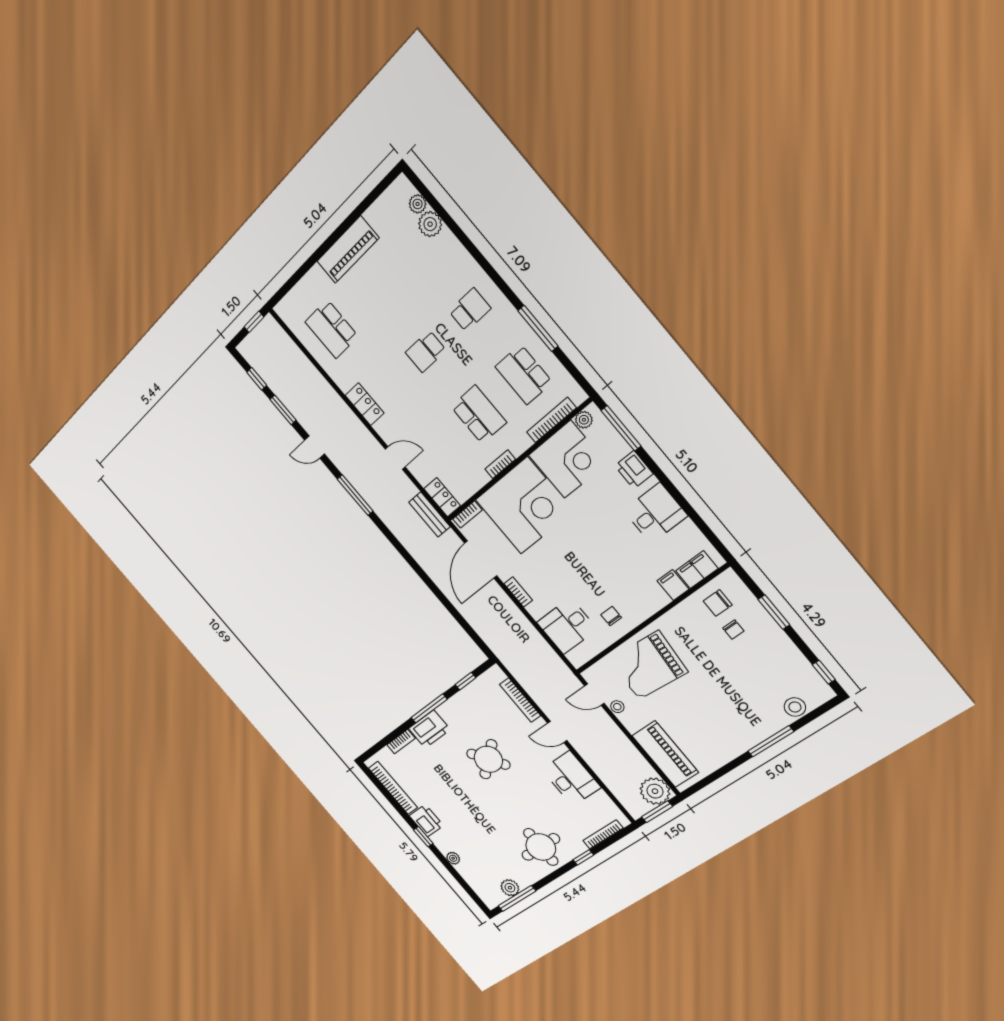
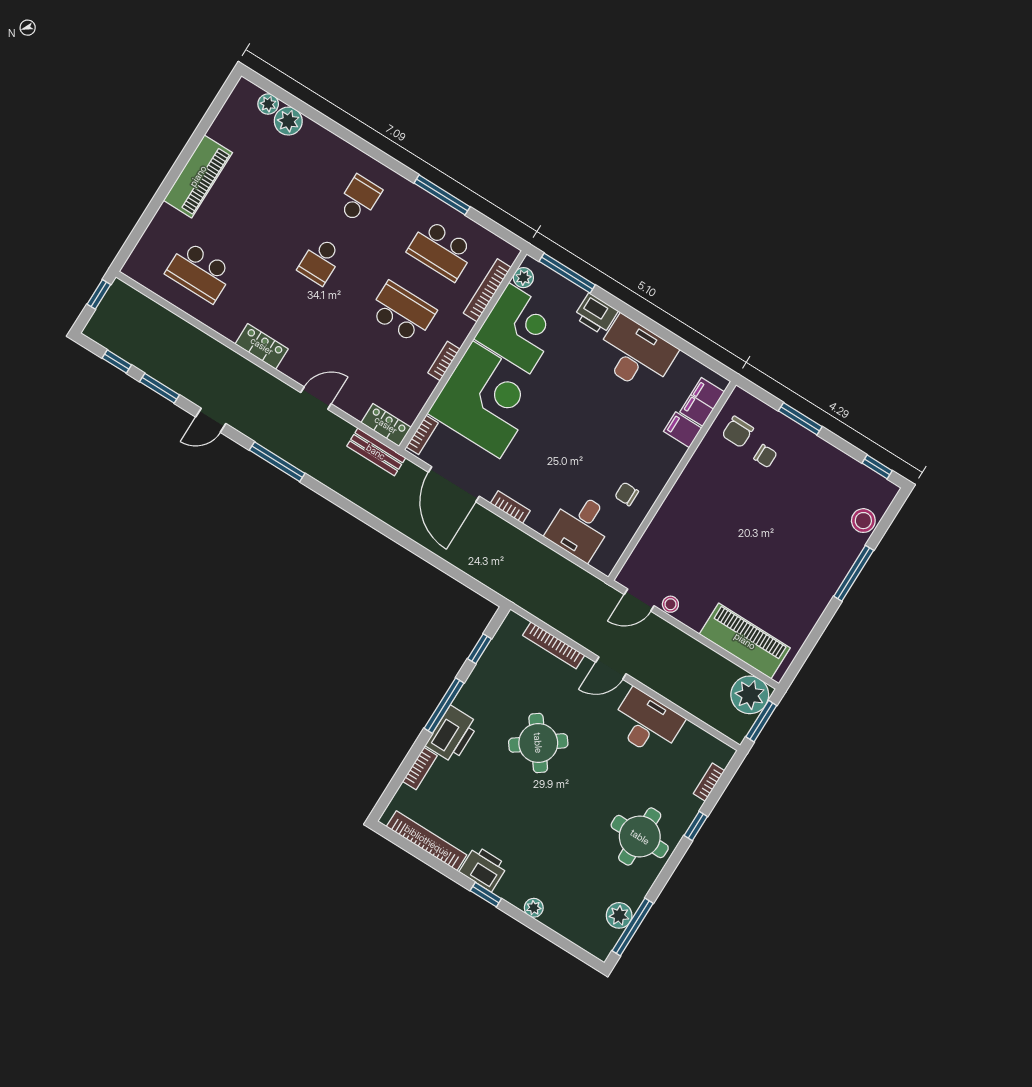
desk: (655, 513) -> (636, 354), width x1.37
grand piano: (648, 665) -> (688, 537), removed
bookcase: (603, 834) -> (709, 782), width x0.64

